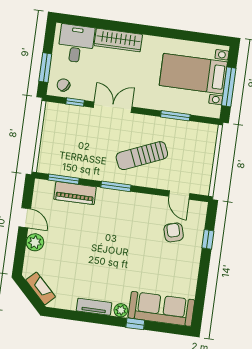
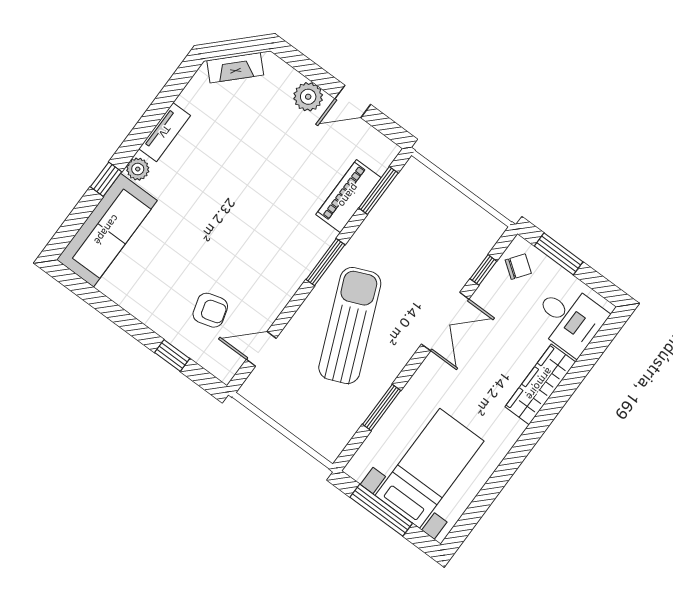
sun lounger: (142, 156) -> (350, 326), width x1.36, depth x1.34

